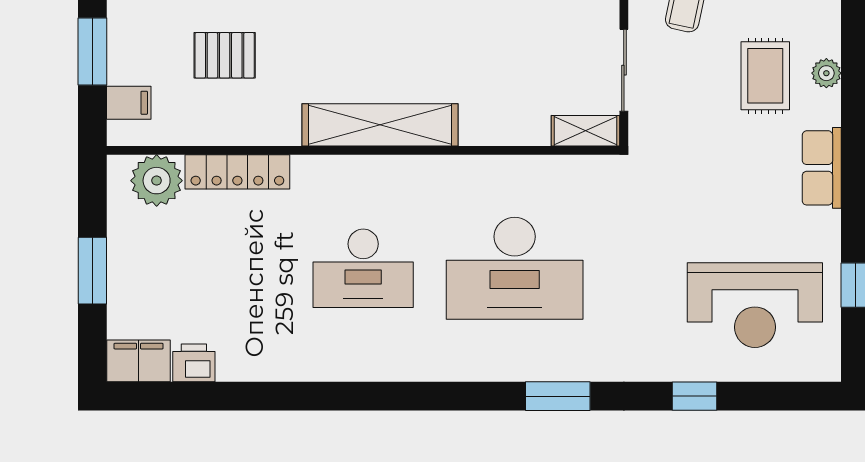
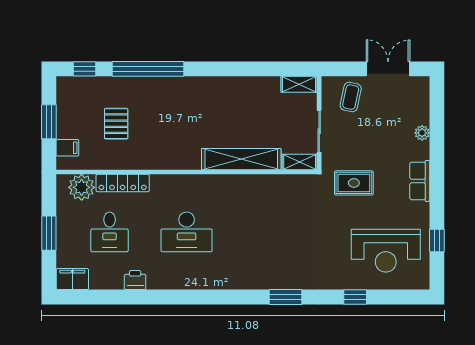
pallet: (225, 55) -> (116, 124), turned 90
rug: (765, 76) -> (354, 183), moved, turned 90
shelving: (380, 125) -> (241, 159), moved
desk: (515, 268) -> (110, 232), moved, width x0.53, depth x0.77
printer: (194, 363) -> (135, 280), moved

